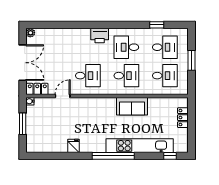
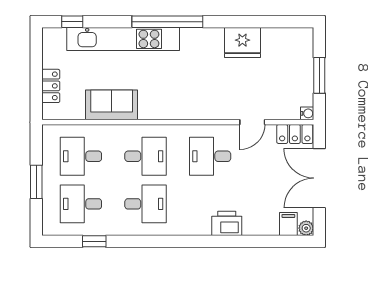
filing cabinet: (41, 35) -> (288, 224), added
printer: (100, 36) -> (227, 223), moved
desk: (126, 76) -> (145, 156), turned 180
sofa: (132, 106) -> (112, 105), moved
fridge: (73, 146) -> (242, 42), width x1.88, depth x1.34

